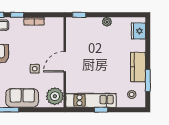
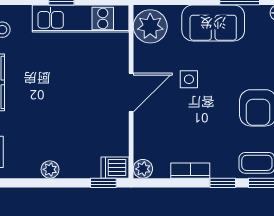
plant: (59, 22) -> (143, 169), added
dishwasher: (73, 23) -> (115, 168), added

